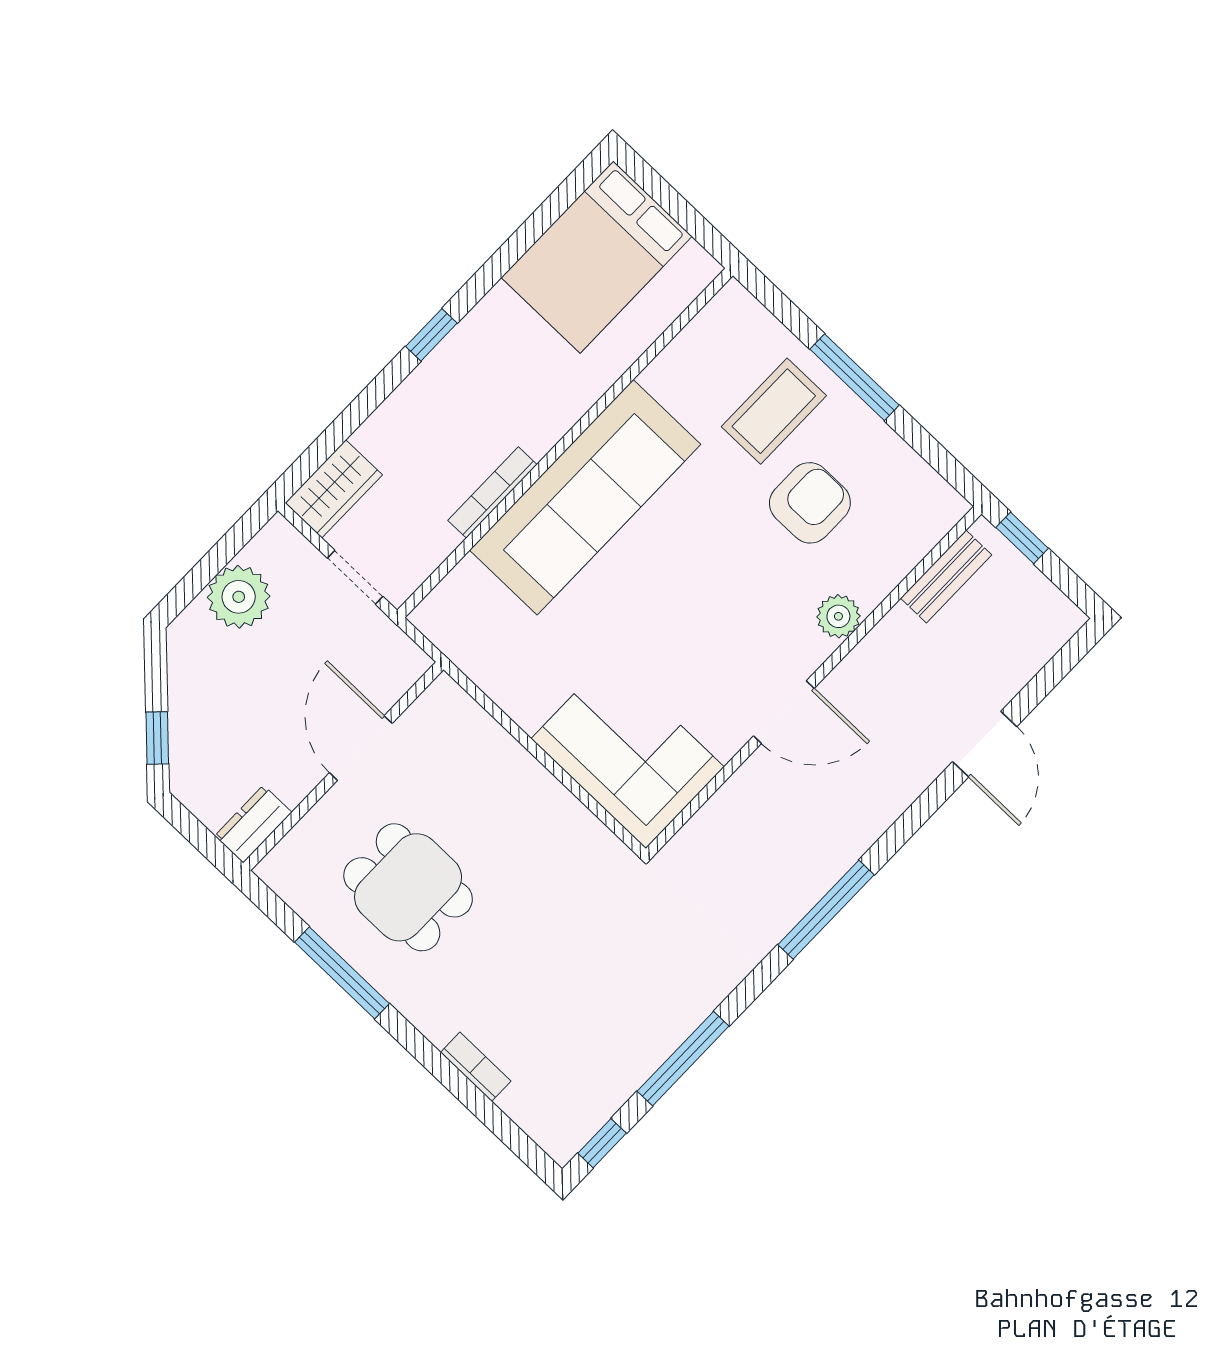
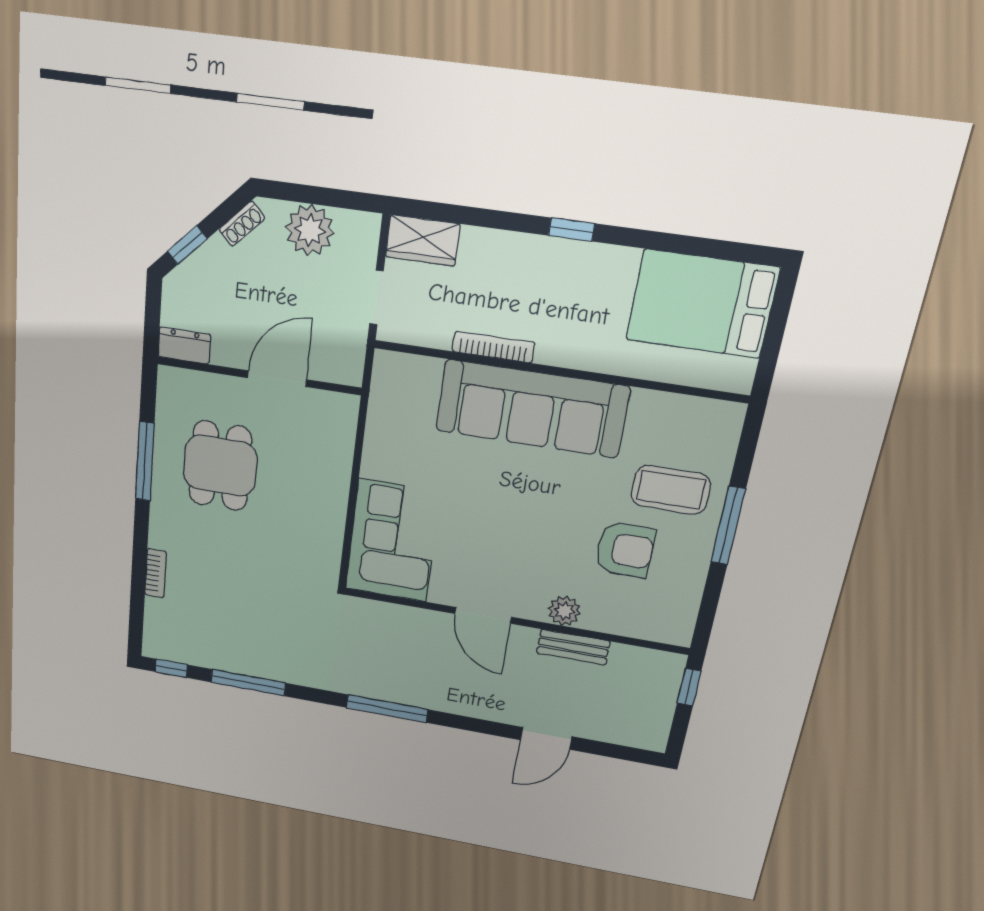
bench: (946, 576) -> (573, 647), moved
shoe rack: (180, 663) -> (242, 224), added

